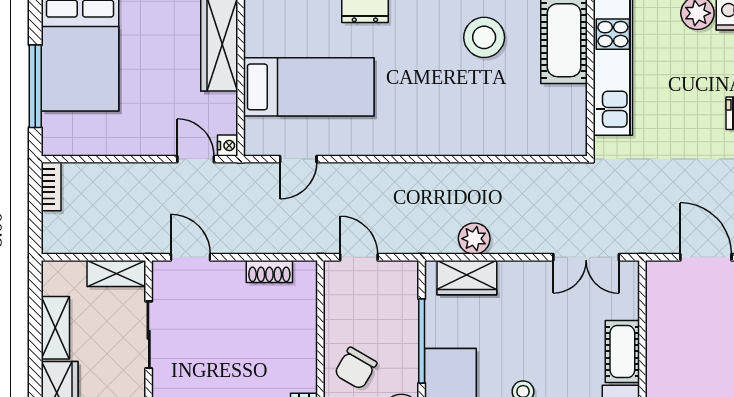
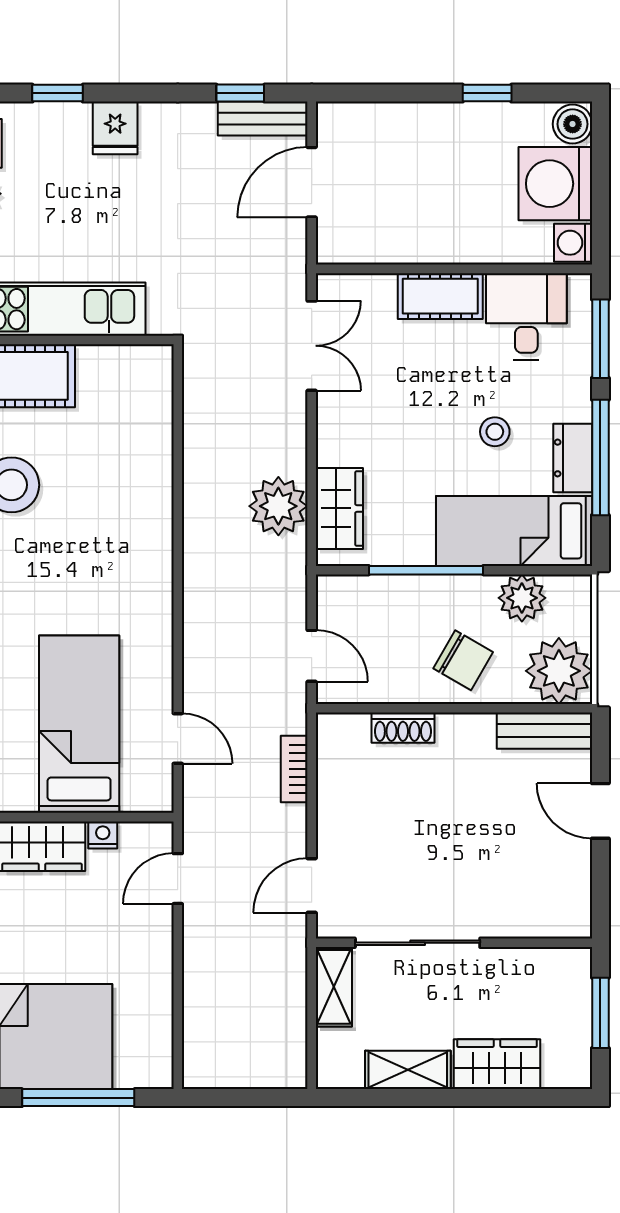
nightstand: (228, 146) -> (103, 835), moved
bookcase: (51, 187) -> (294, 769), moved, turned -90
plant: (474, 239) -> (278, 506), width x1.36, depth x1.36
door: (359, 257) -> (312, 656), swing flipped
shoe rack: (269, 271) -> (403, 728), moved, turned 90
sliding door: (149, 335) -> (418, 943), width x1.37

